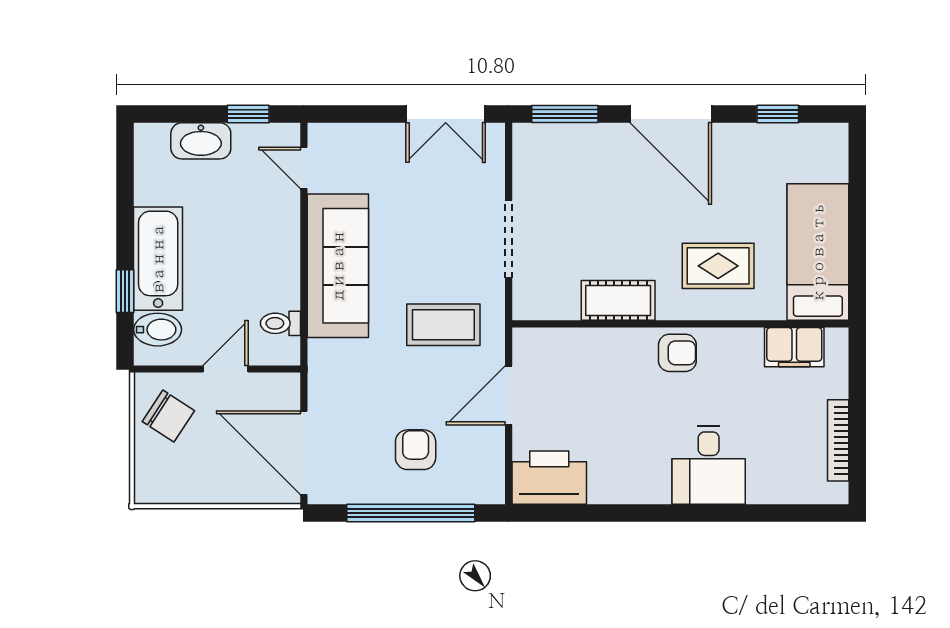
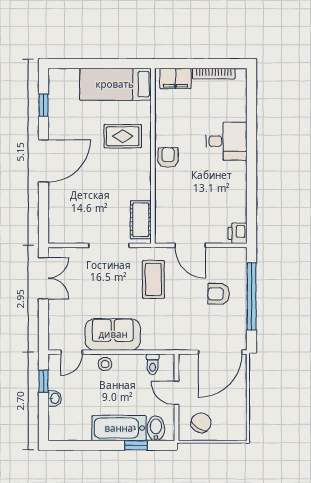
window: (565, 114) -> (44, 216), removed
washbasin: (201, 141) -> (55, 398), width x0.52, depth x0.69
stool: (281, 232) -> (105, 364), added
sofa: (338, 266) -> (113, 334), width x0.73
rug: (718, 266) -> (123, 136), turned 90
cot: (618, 300) -> (141, 220), moved
filing cabinet: (794, 347) -> (175, 79), moved, turned 90
printer: (549, 478) -> (238, 233), width x0.53, depth x0.68

